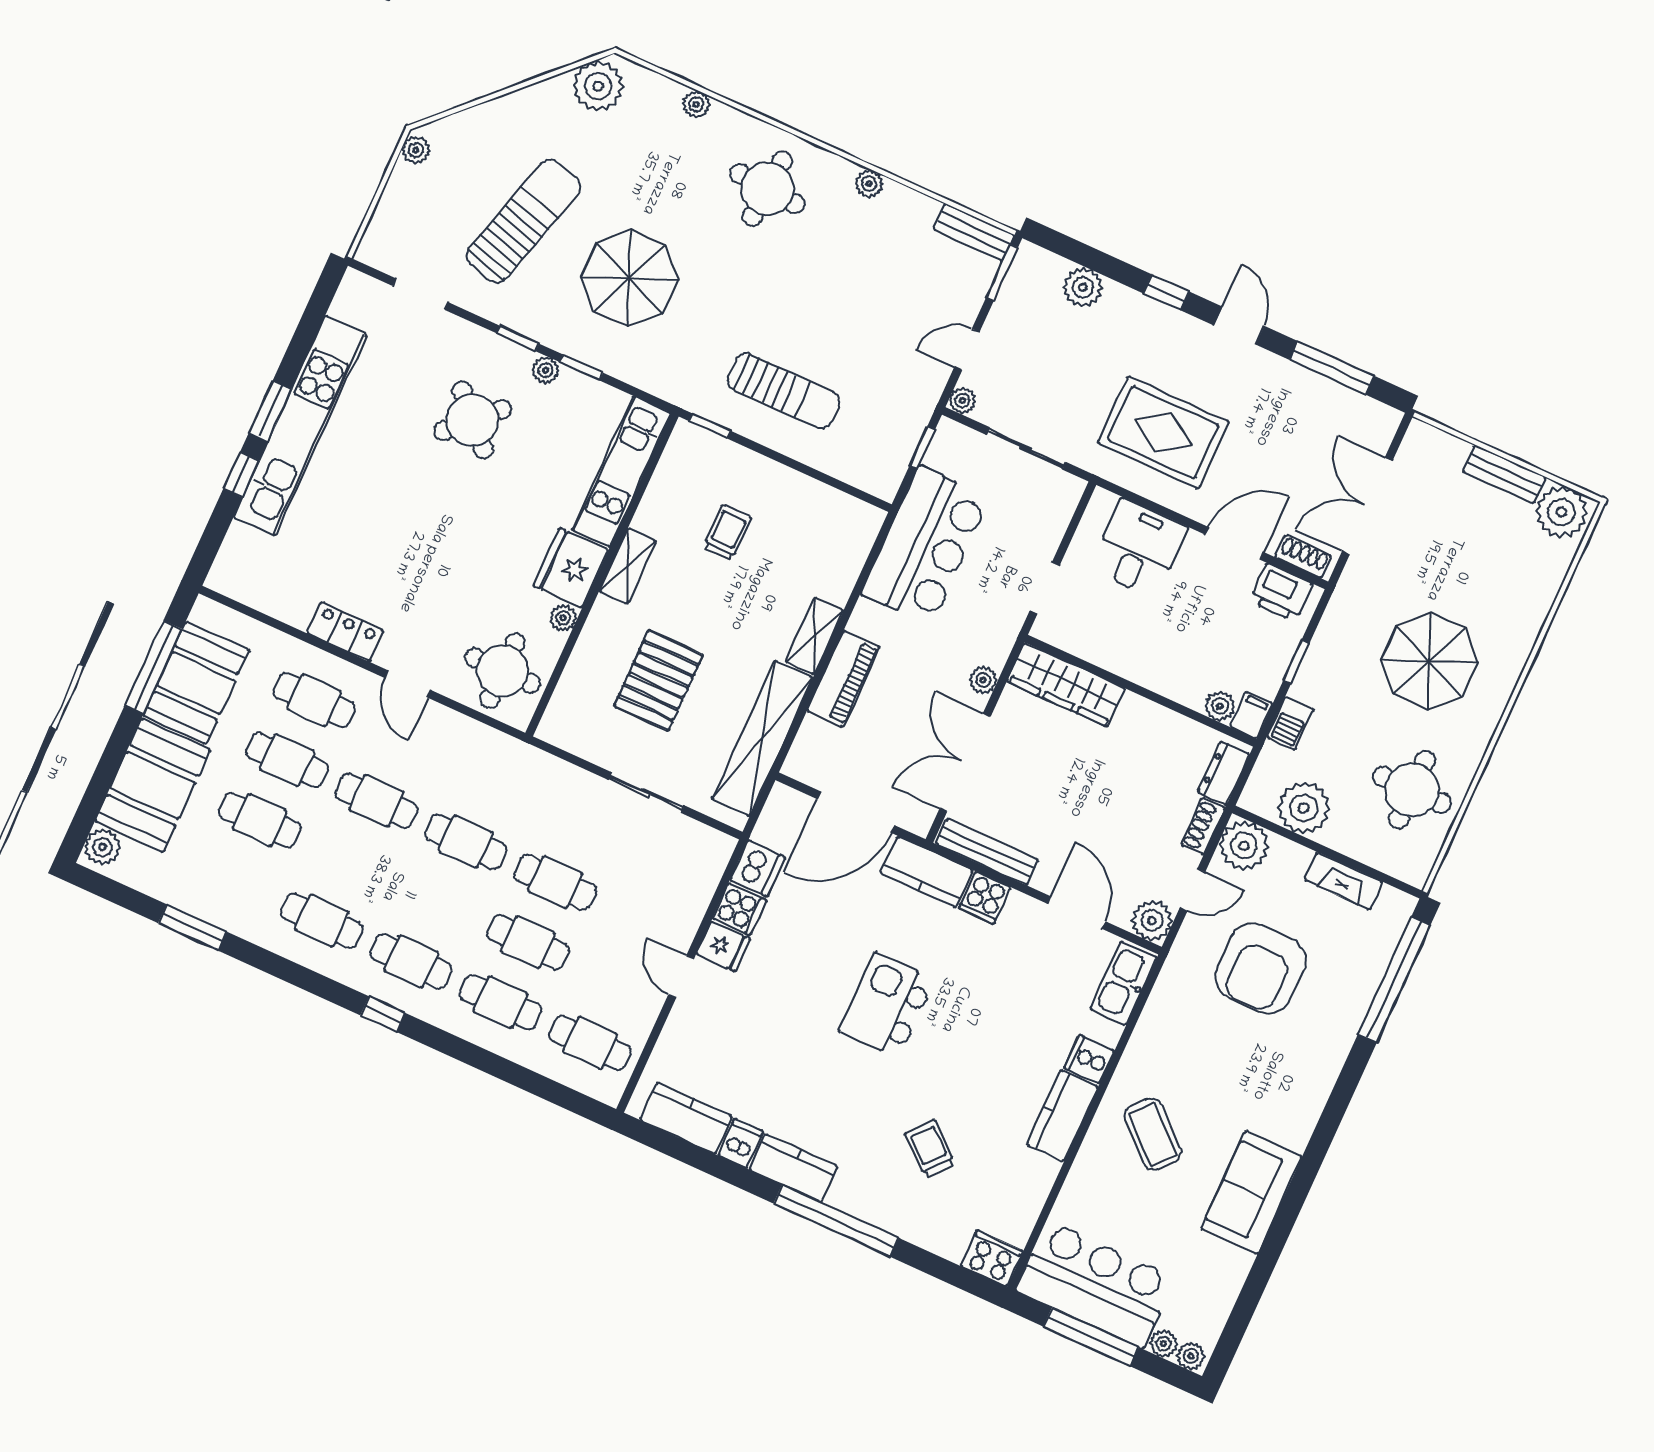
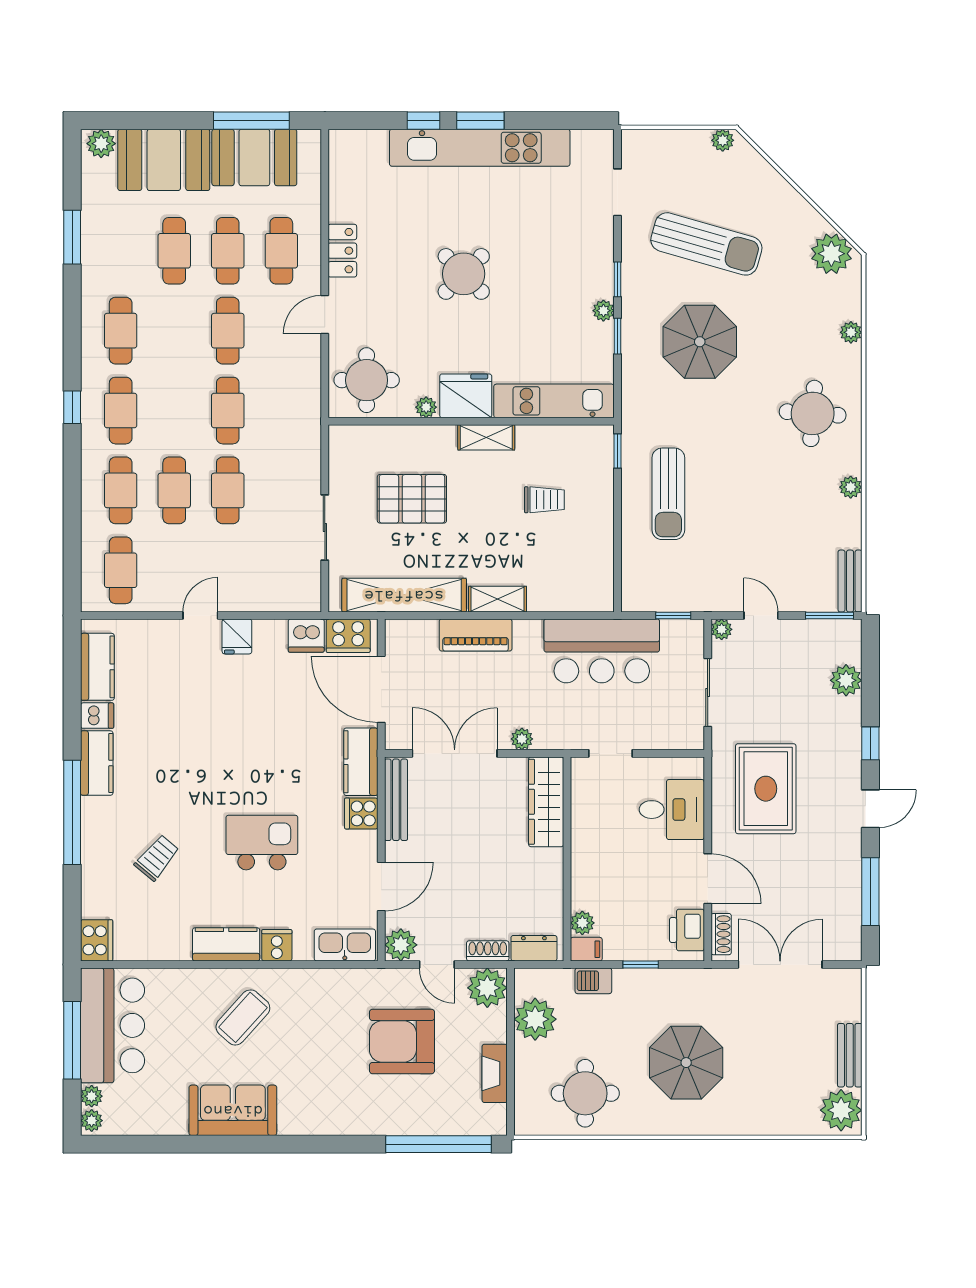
round table: (473, 420) -> (464, 274), moved
cooker: (739, 909) -> (348, 636), moved, width x1.36
kitchen island: (887, 1005) -> (262, 843), moved

